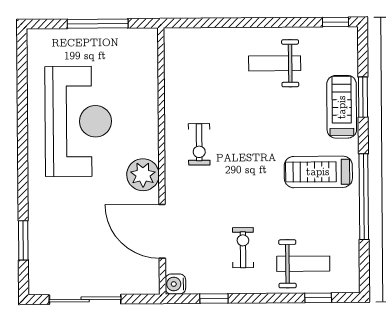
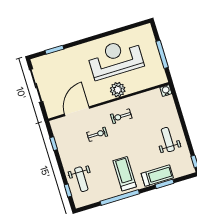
reception desk: (78, 121) -> (115, 59), turned 180
plant: (143, 175) -> (118, 90), moved
exercise bike: (243, 248) -> (97, 134), moved
water cooler: (175, 284) -> (166, 91), moved

